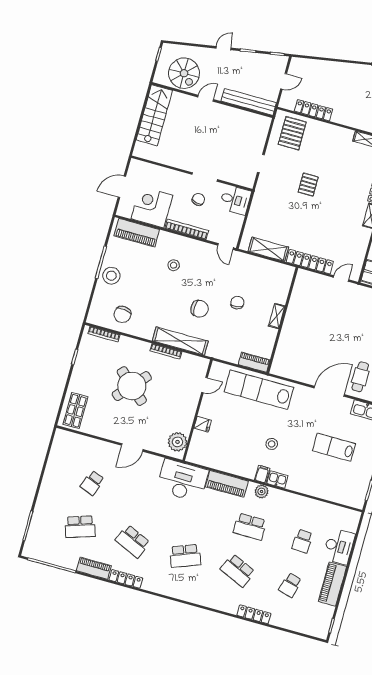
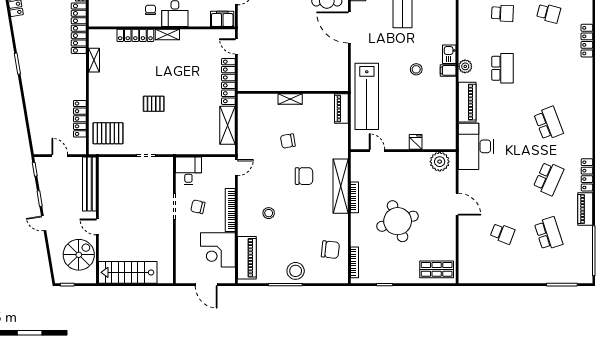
chair: (200, 309) -> (304, 176), turned 90
round table: (132, 386) -> (398, 221), turned 30
school desk: (238, 570) -> (549, 68), removed

